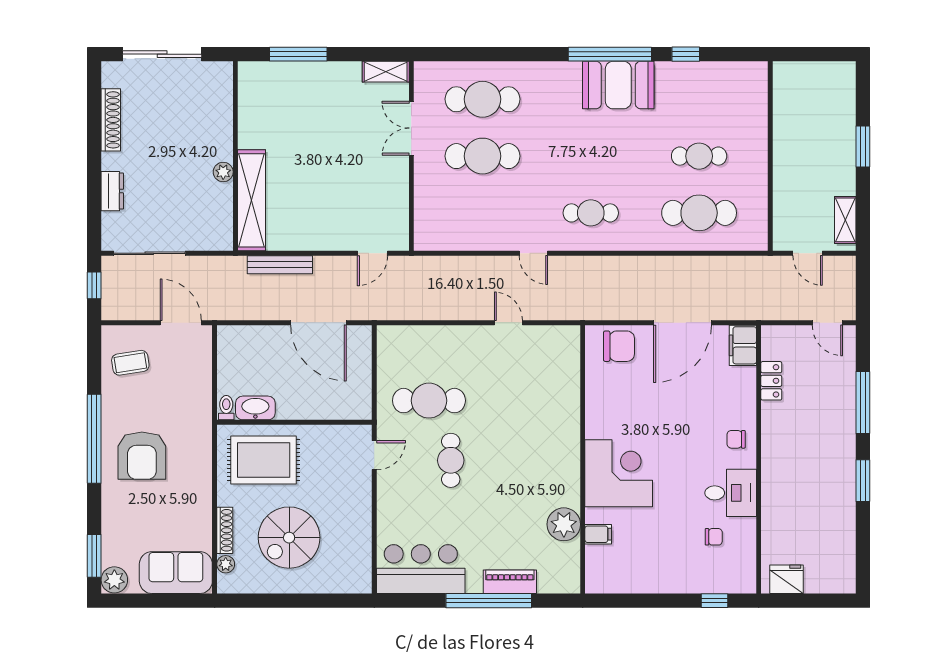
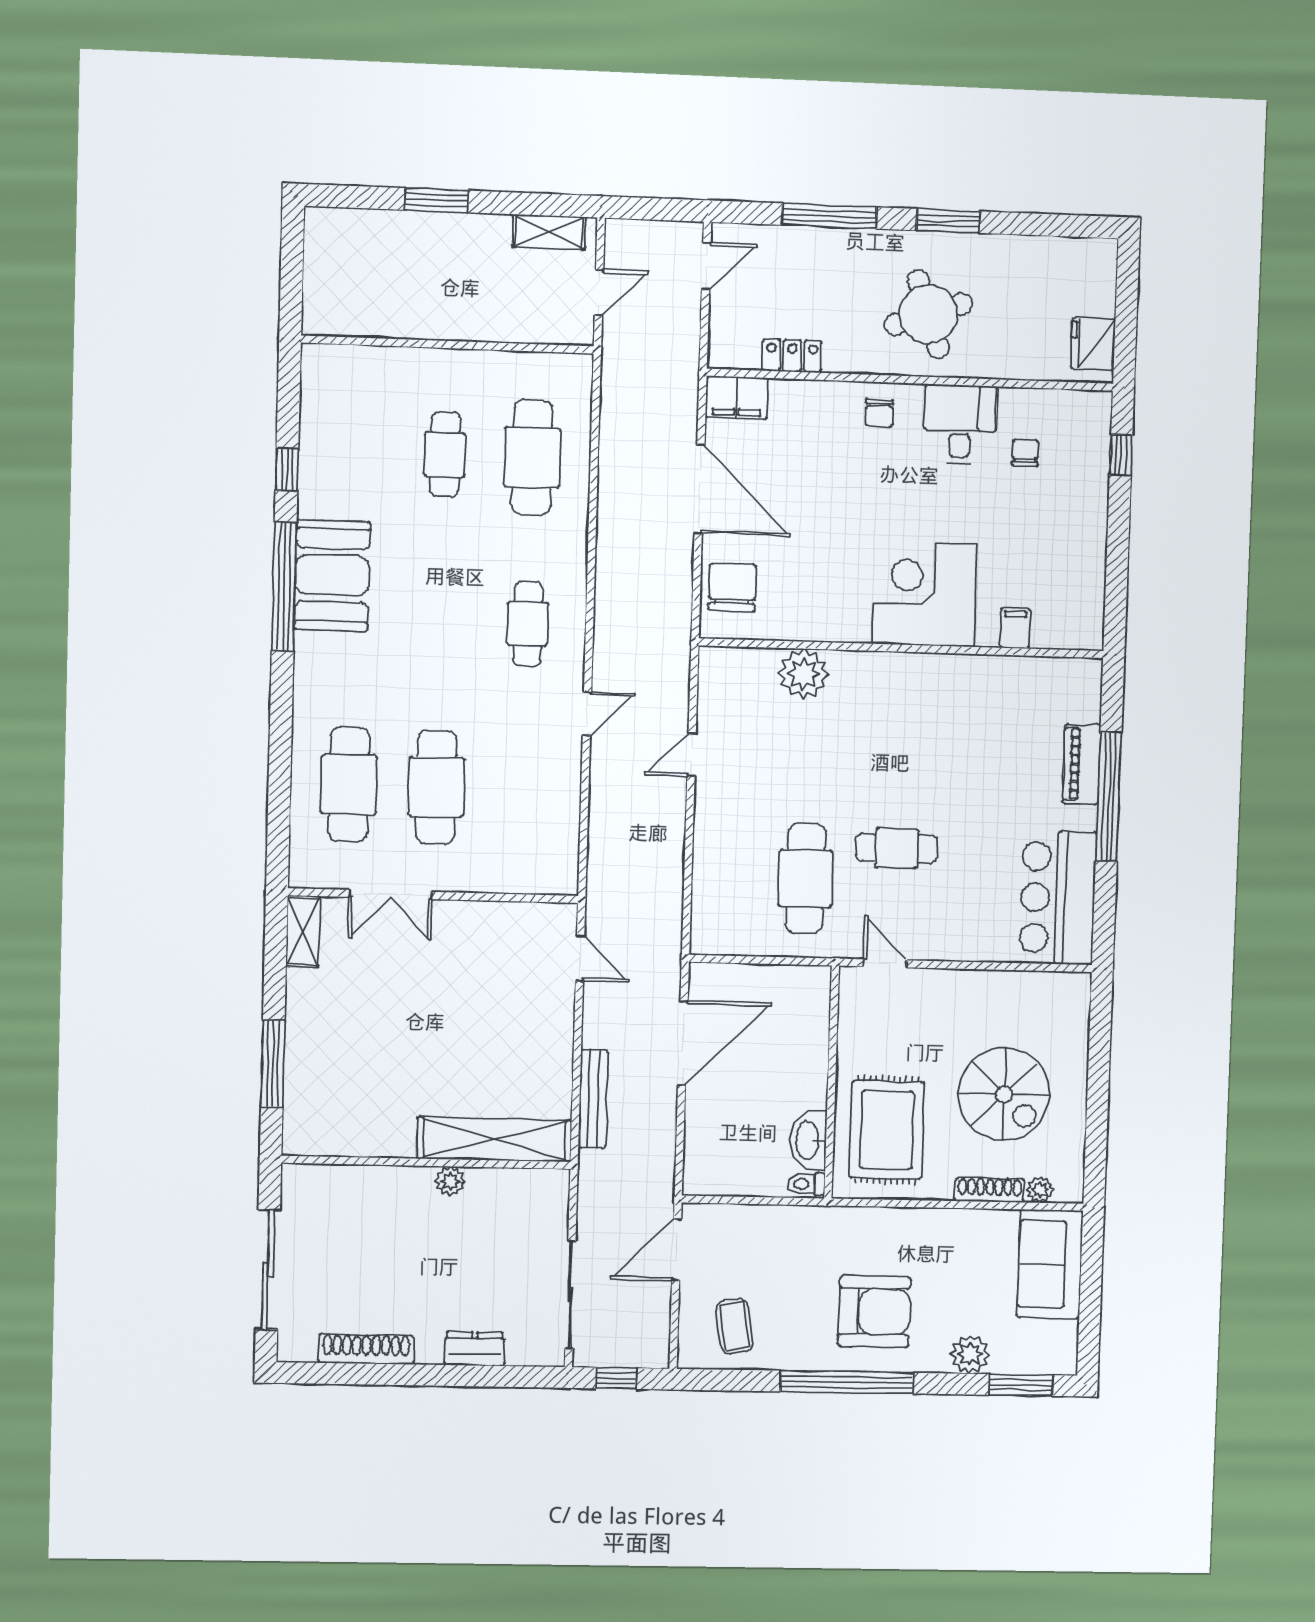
round table: (802, 470) -> (928, 314), added
plant: (564, 524) -> (804, 674), moved
plant: (114, 580) -> (970, 1354), moved

